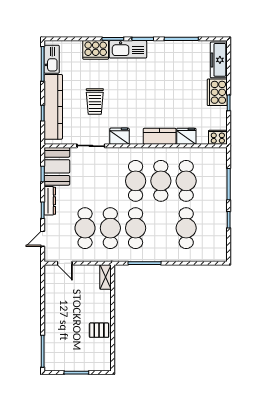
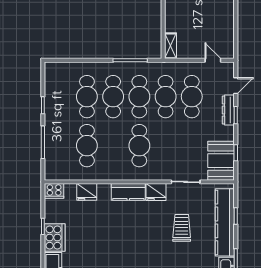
kitchen counter: (160, 136) -> (128, 192), moved
cafe table: (161, 181) -> (113, 97), moved
dresser: (50, 201) -> (228, 110), moved

